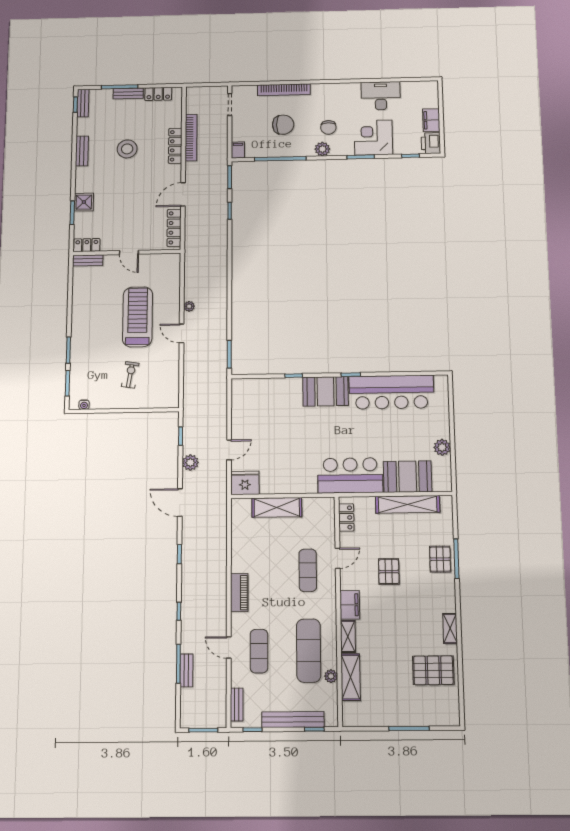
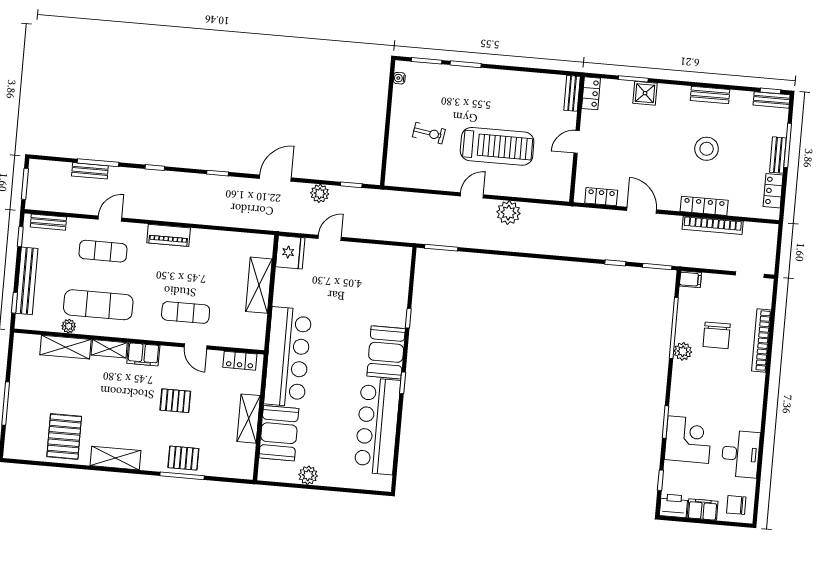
chair: (328, 127) -> (736, 505), moved
plant: (322, 149) -> (683, 351), moved
locker: (174, 228) -> (601, 197), width x0.66
plant: (189, 306) -> (508, 213), width x1.88, depth x1.88
door: (229, 450) -> (330, 238), swing flipped
bar counter: (350, 475) -> (288, 357), width x1.36
shelving: (408, 504) -> (249, 419), width x0.68
shelving: (450, 628) -> (116, 458), width x1.50, depth x1.33

